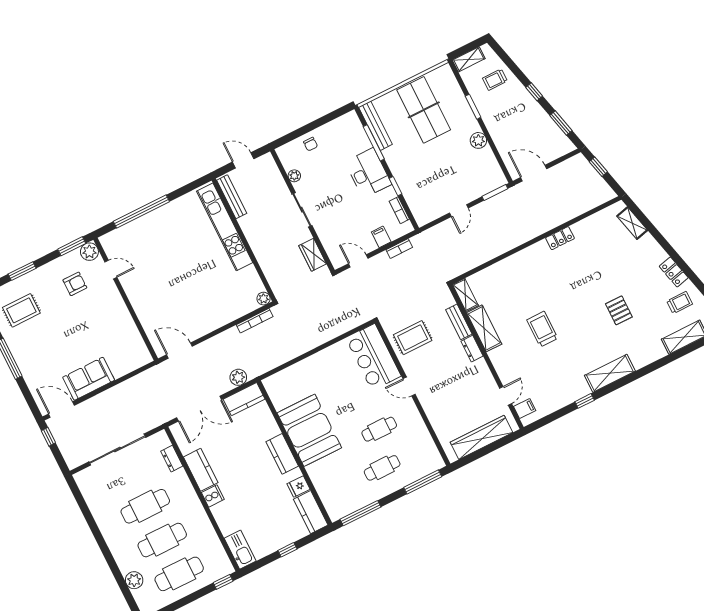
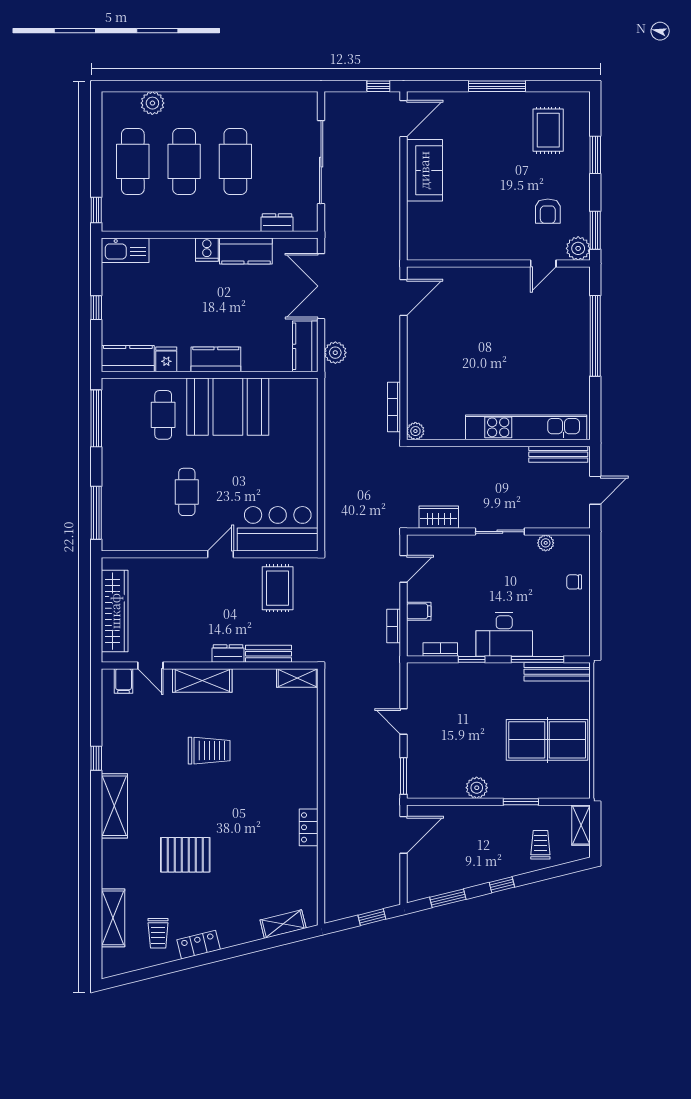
pallet: (619, 310) -> (185, 855), width x1.50, depth x1.42
shelving: (484, 328) -> (202, 681), moved
cafe table: (382, 468) -> (163, 415), moved

